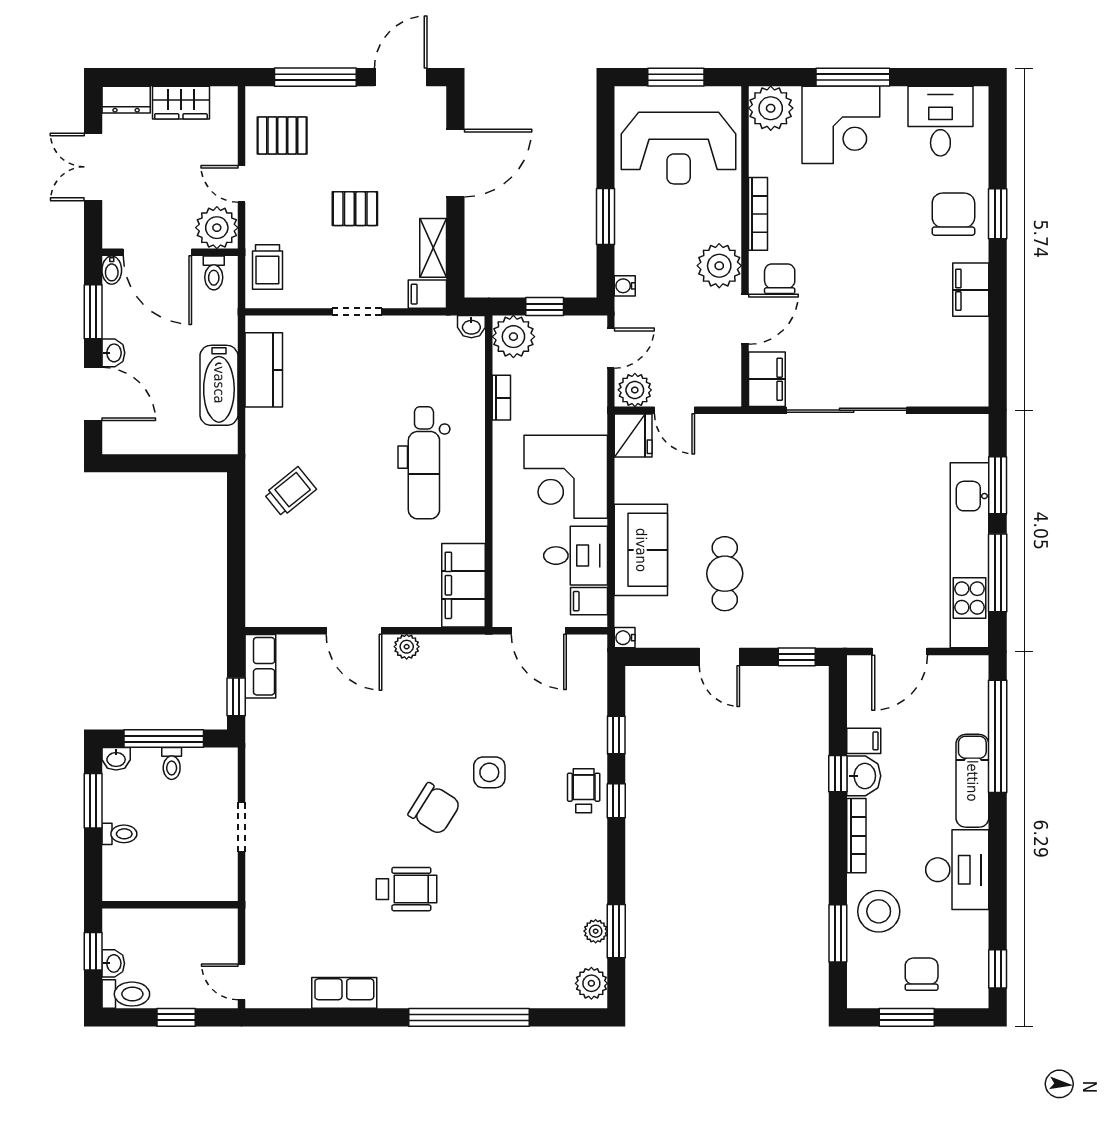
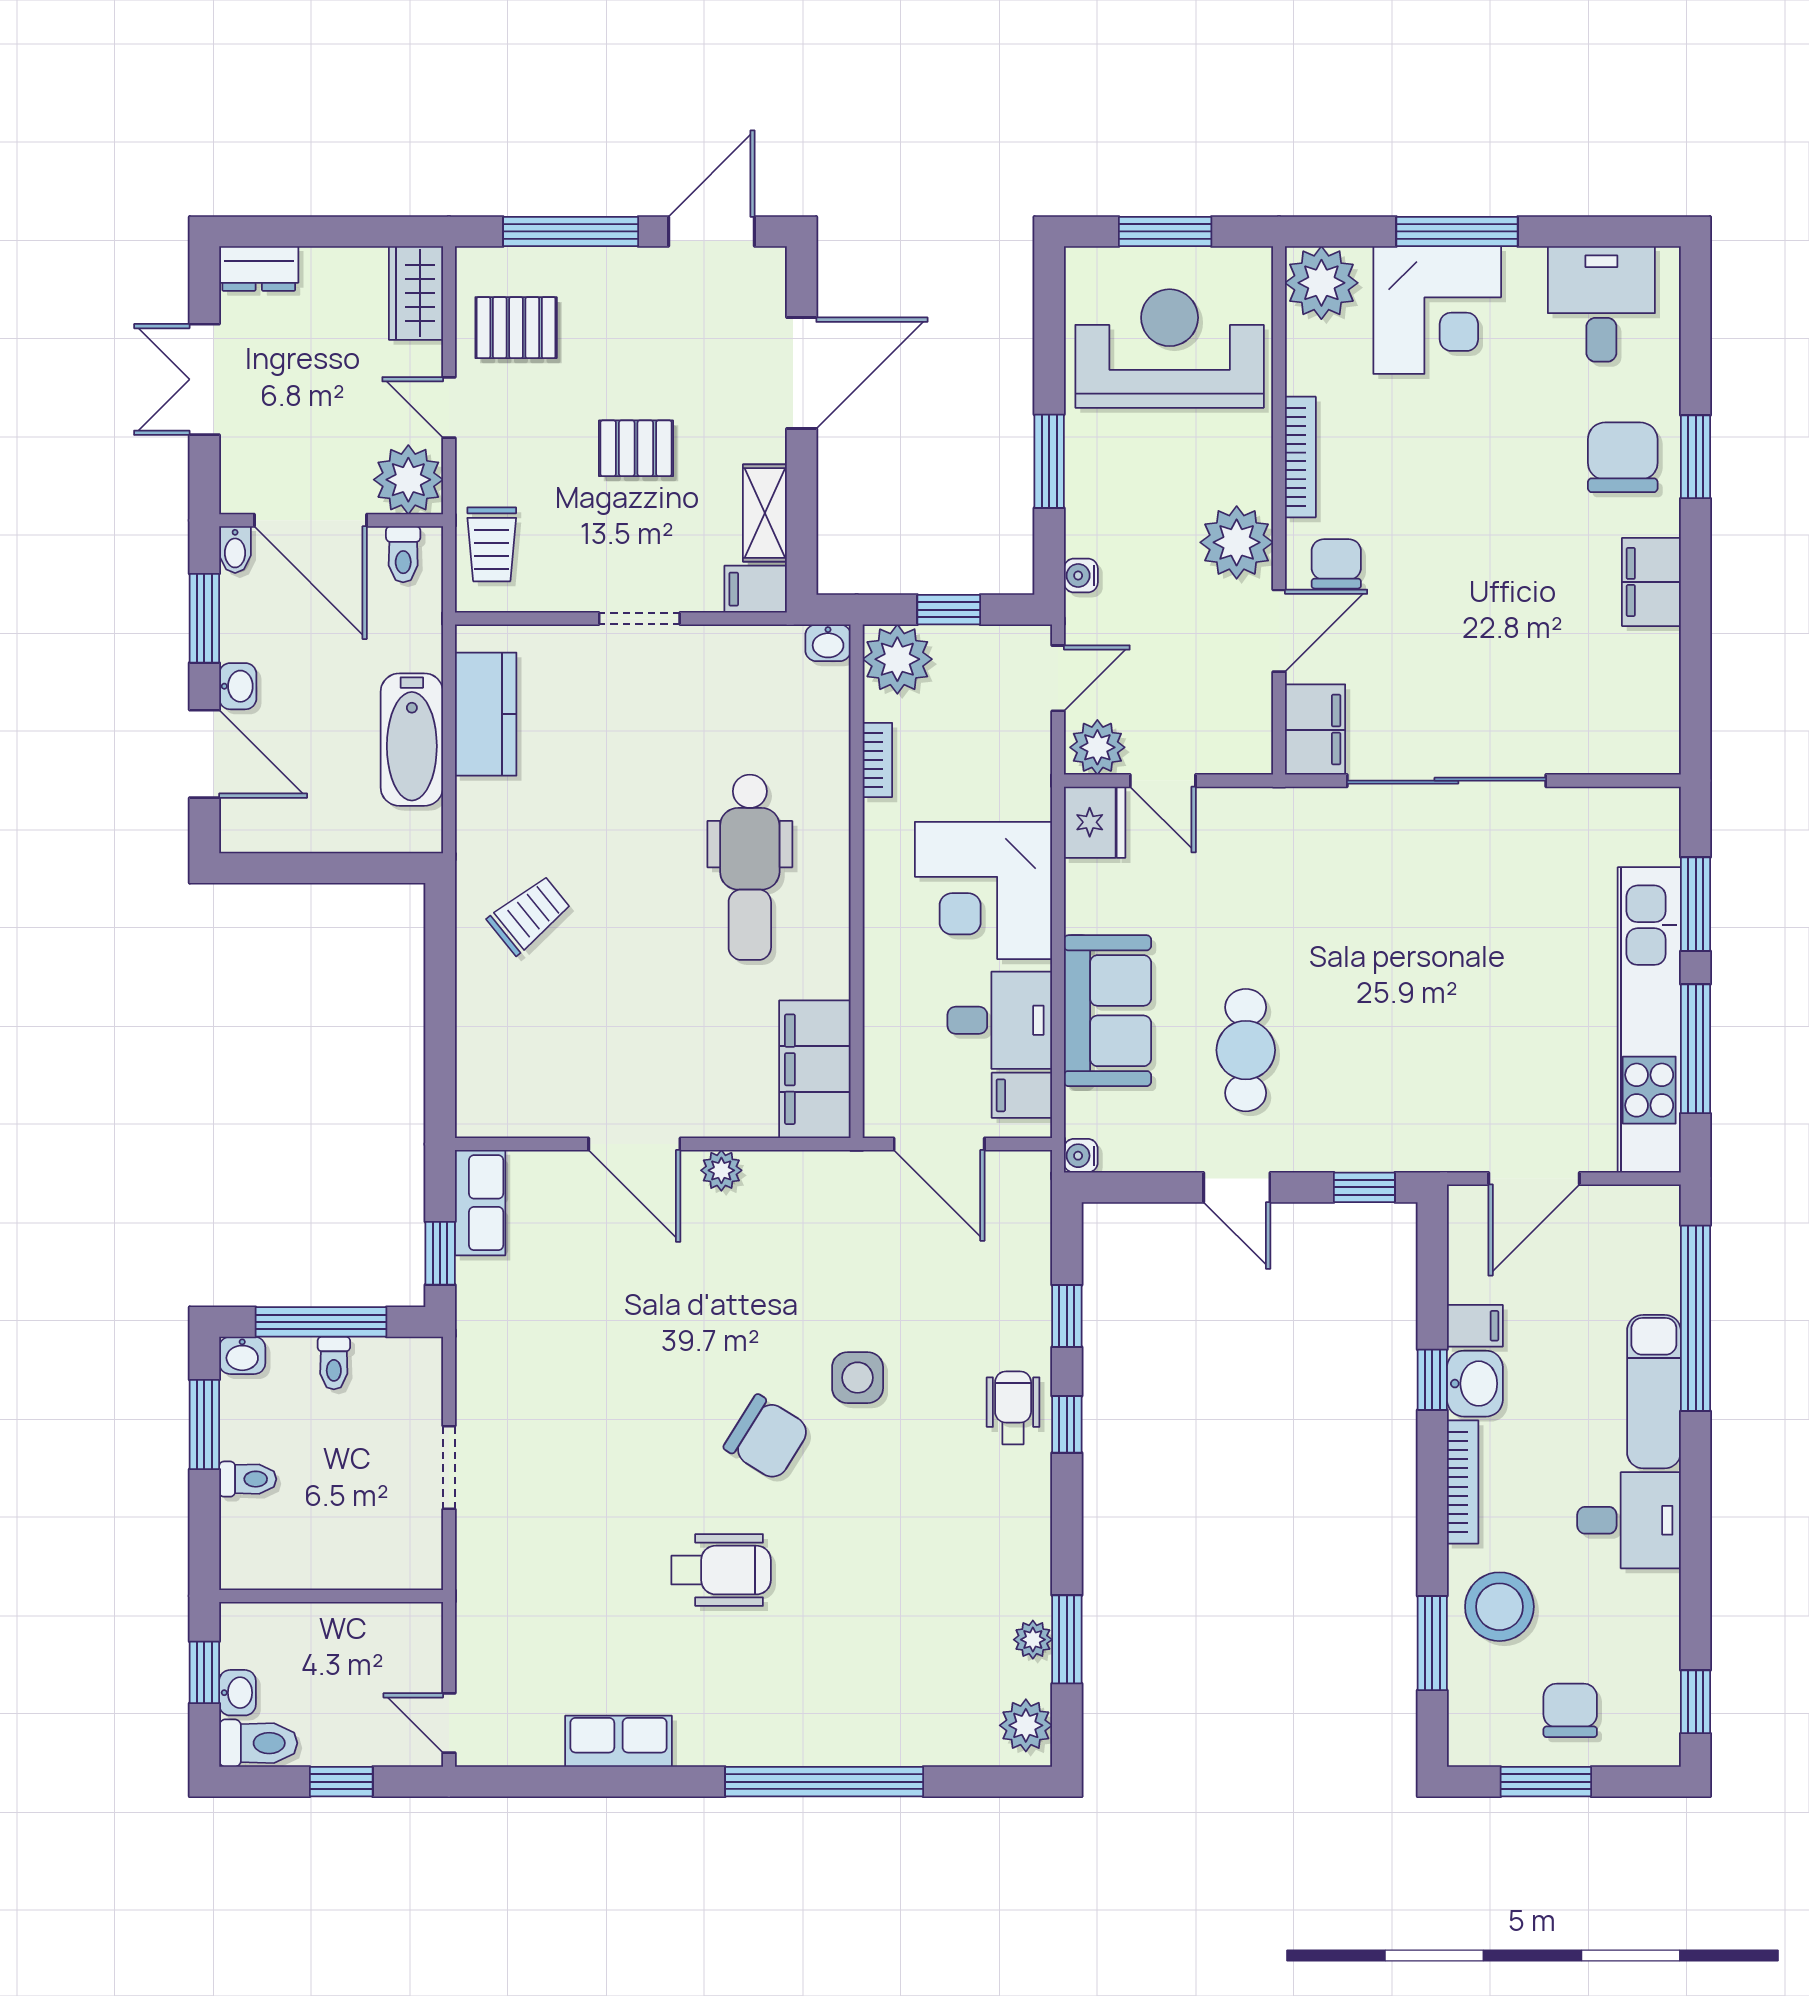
wardrobe: (181, 103) -> (416, 293), moved, turned 90
reception desk: (679, 148) -> (1170, 348), turned 180
desk: (957, 870) -> (1629, 1520), width x0.73

